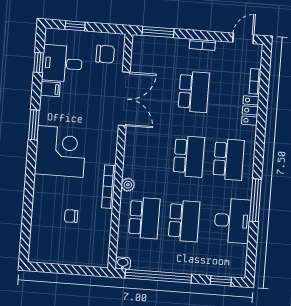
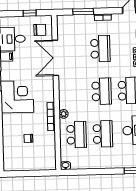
window: (75, 26) -> (30, 13), moved
window: (158, 32) -> (83, 12), moved
double door: (124, 99) -> (55, 58), swing flipped
window: (158, 276) -> (90, 172), removed

